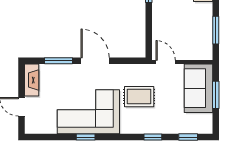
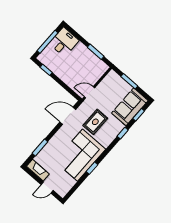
door: (95, 61) -> (68, 116), moved
sofa: (199, 88) -> (130, 107), moved, turned 90

